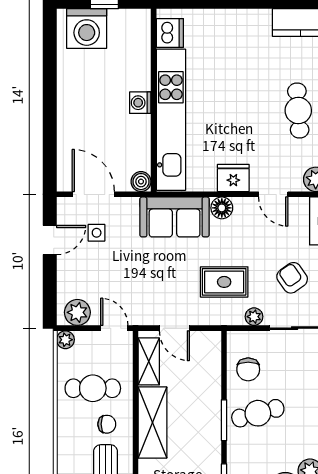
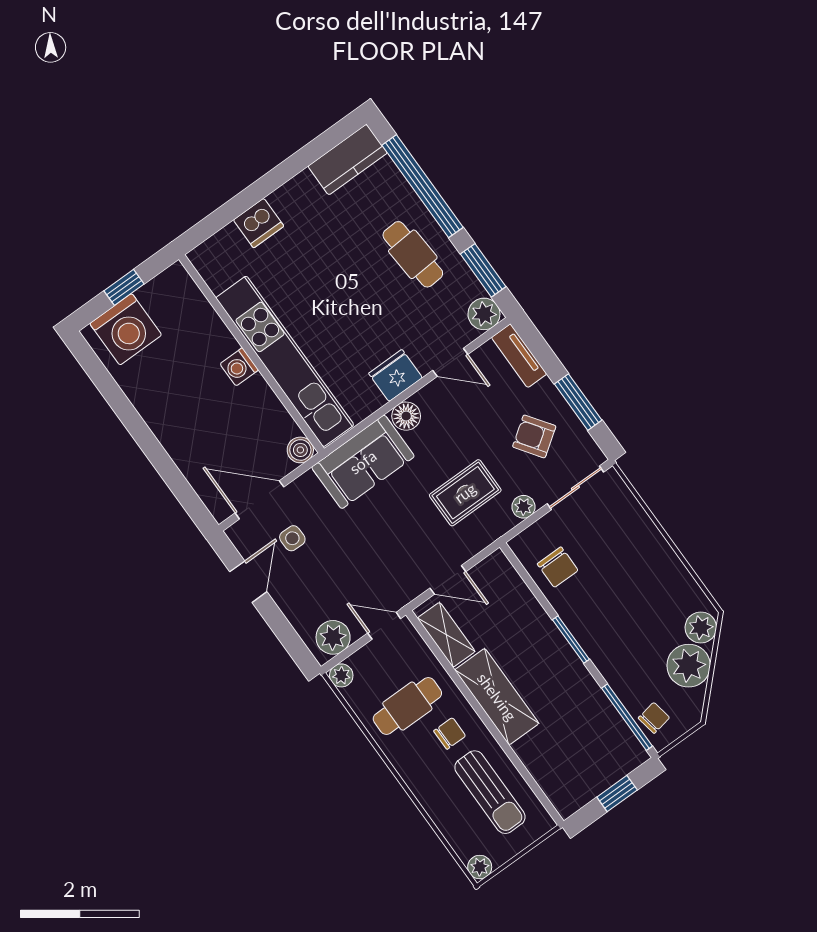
dishwasher: (170, 33) -> (259, 223), moved, turned 90
cafe table: (258, 413) -> (601, 606), removed

